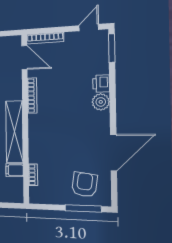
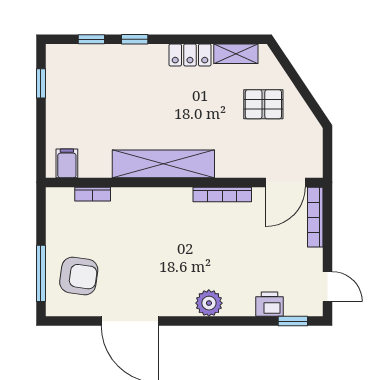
window: (112, 48) -> (293, 321), width x0.67
printer: (101, 84) -> (269, 304), moved
filing cabinet: (15, 170) -> (67, 163), moved

